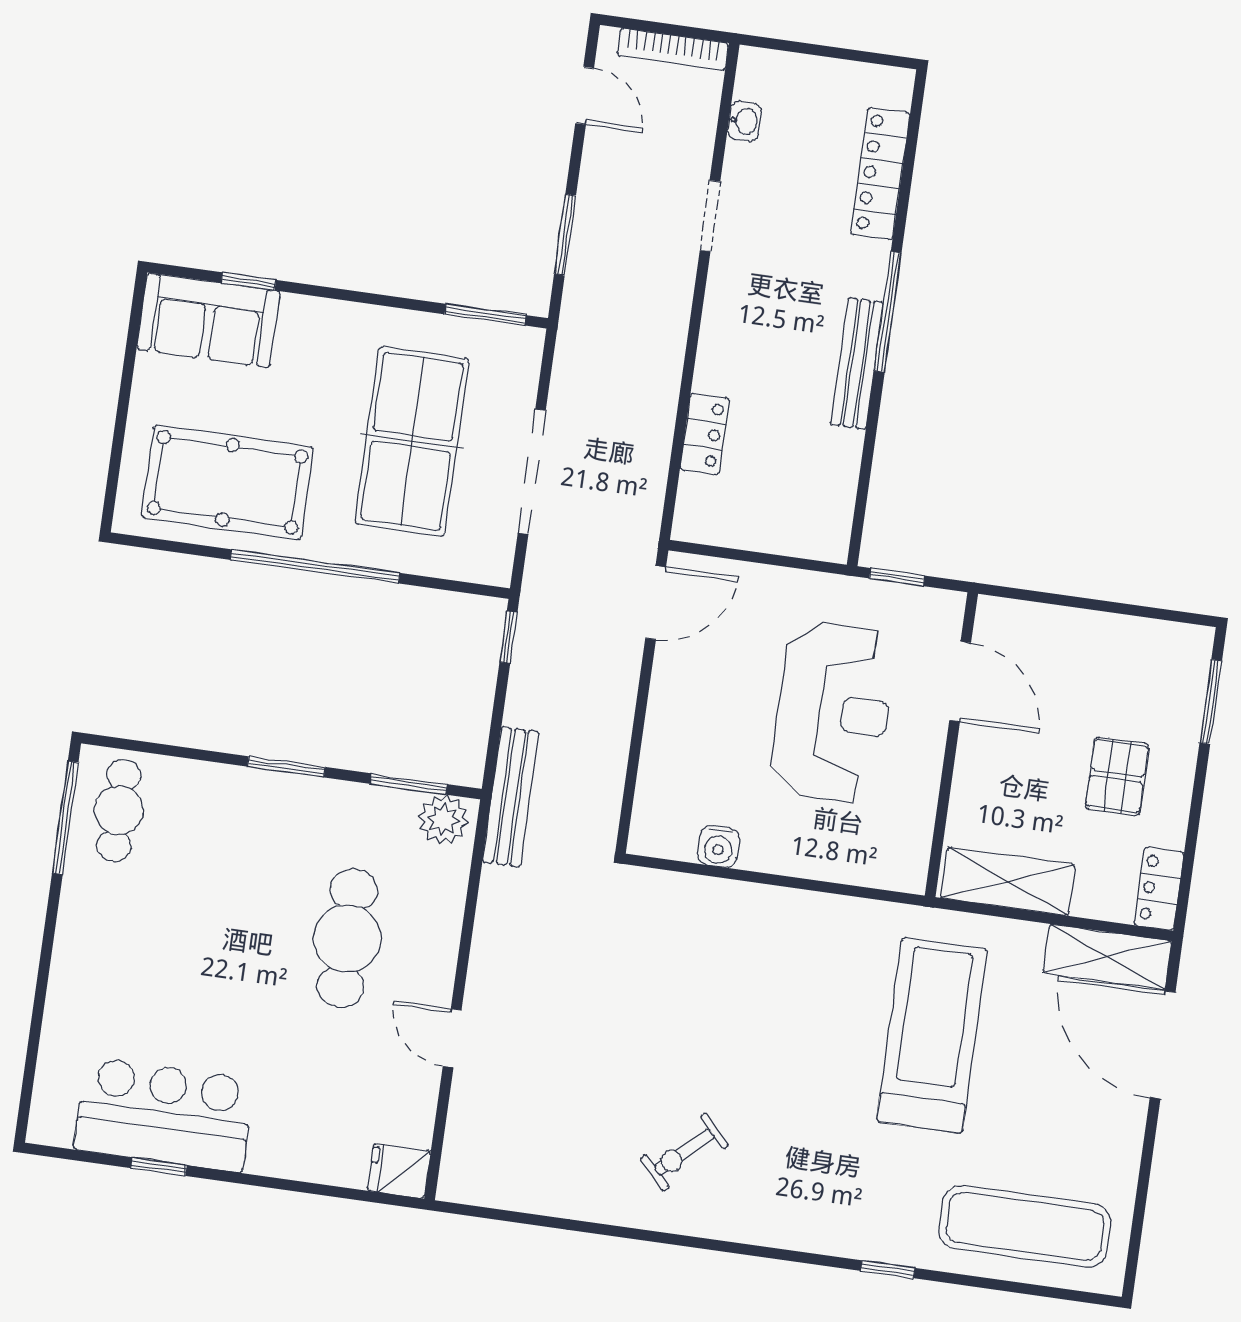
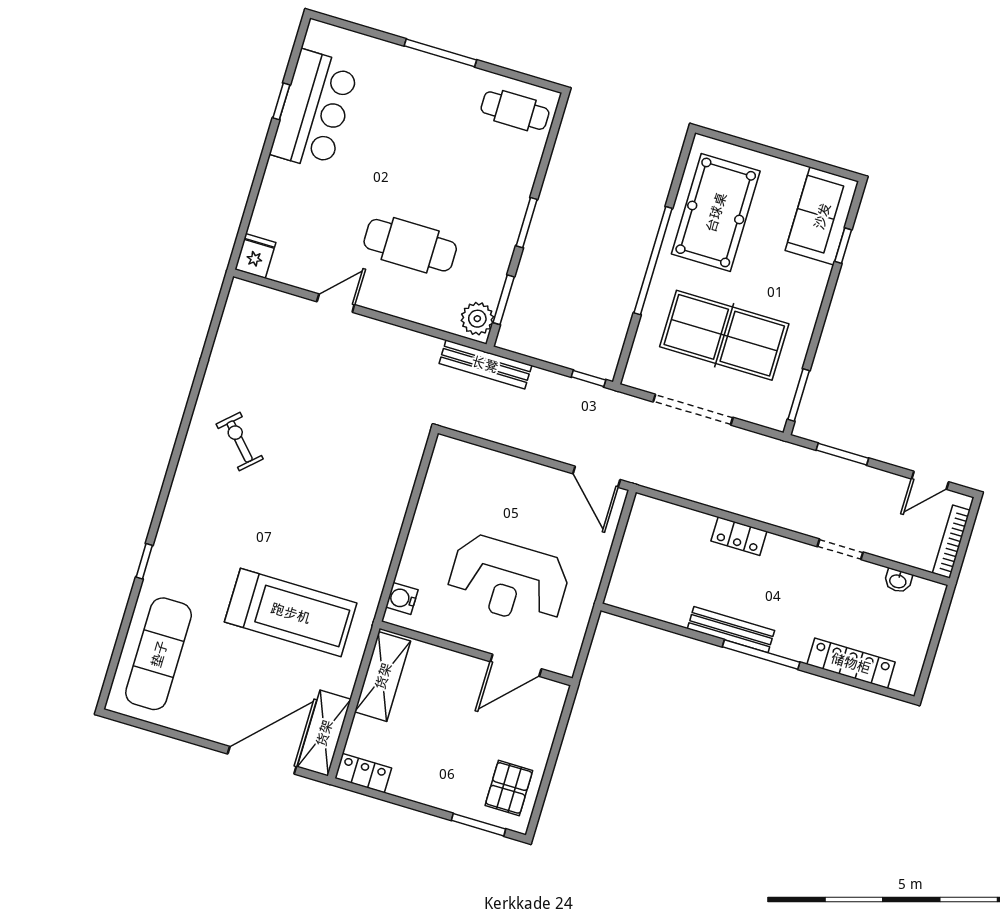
locker: (705, 434) -> (739, 536), moved
window: (897, 577) -> (589, 635), removed
pallet: (1117, 776) -> (509, 788), moved, turned 90
window: (65, 818) -> (440, 53), moved
water cooler: (718, 847) -> (402, 598), moved

